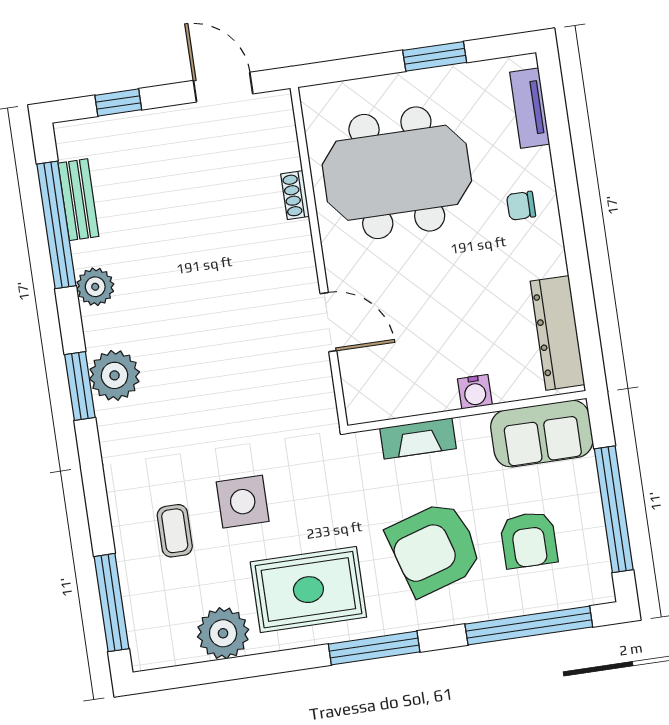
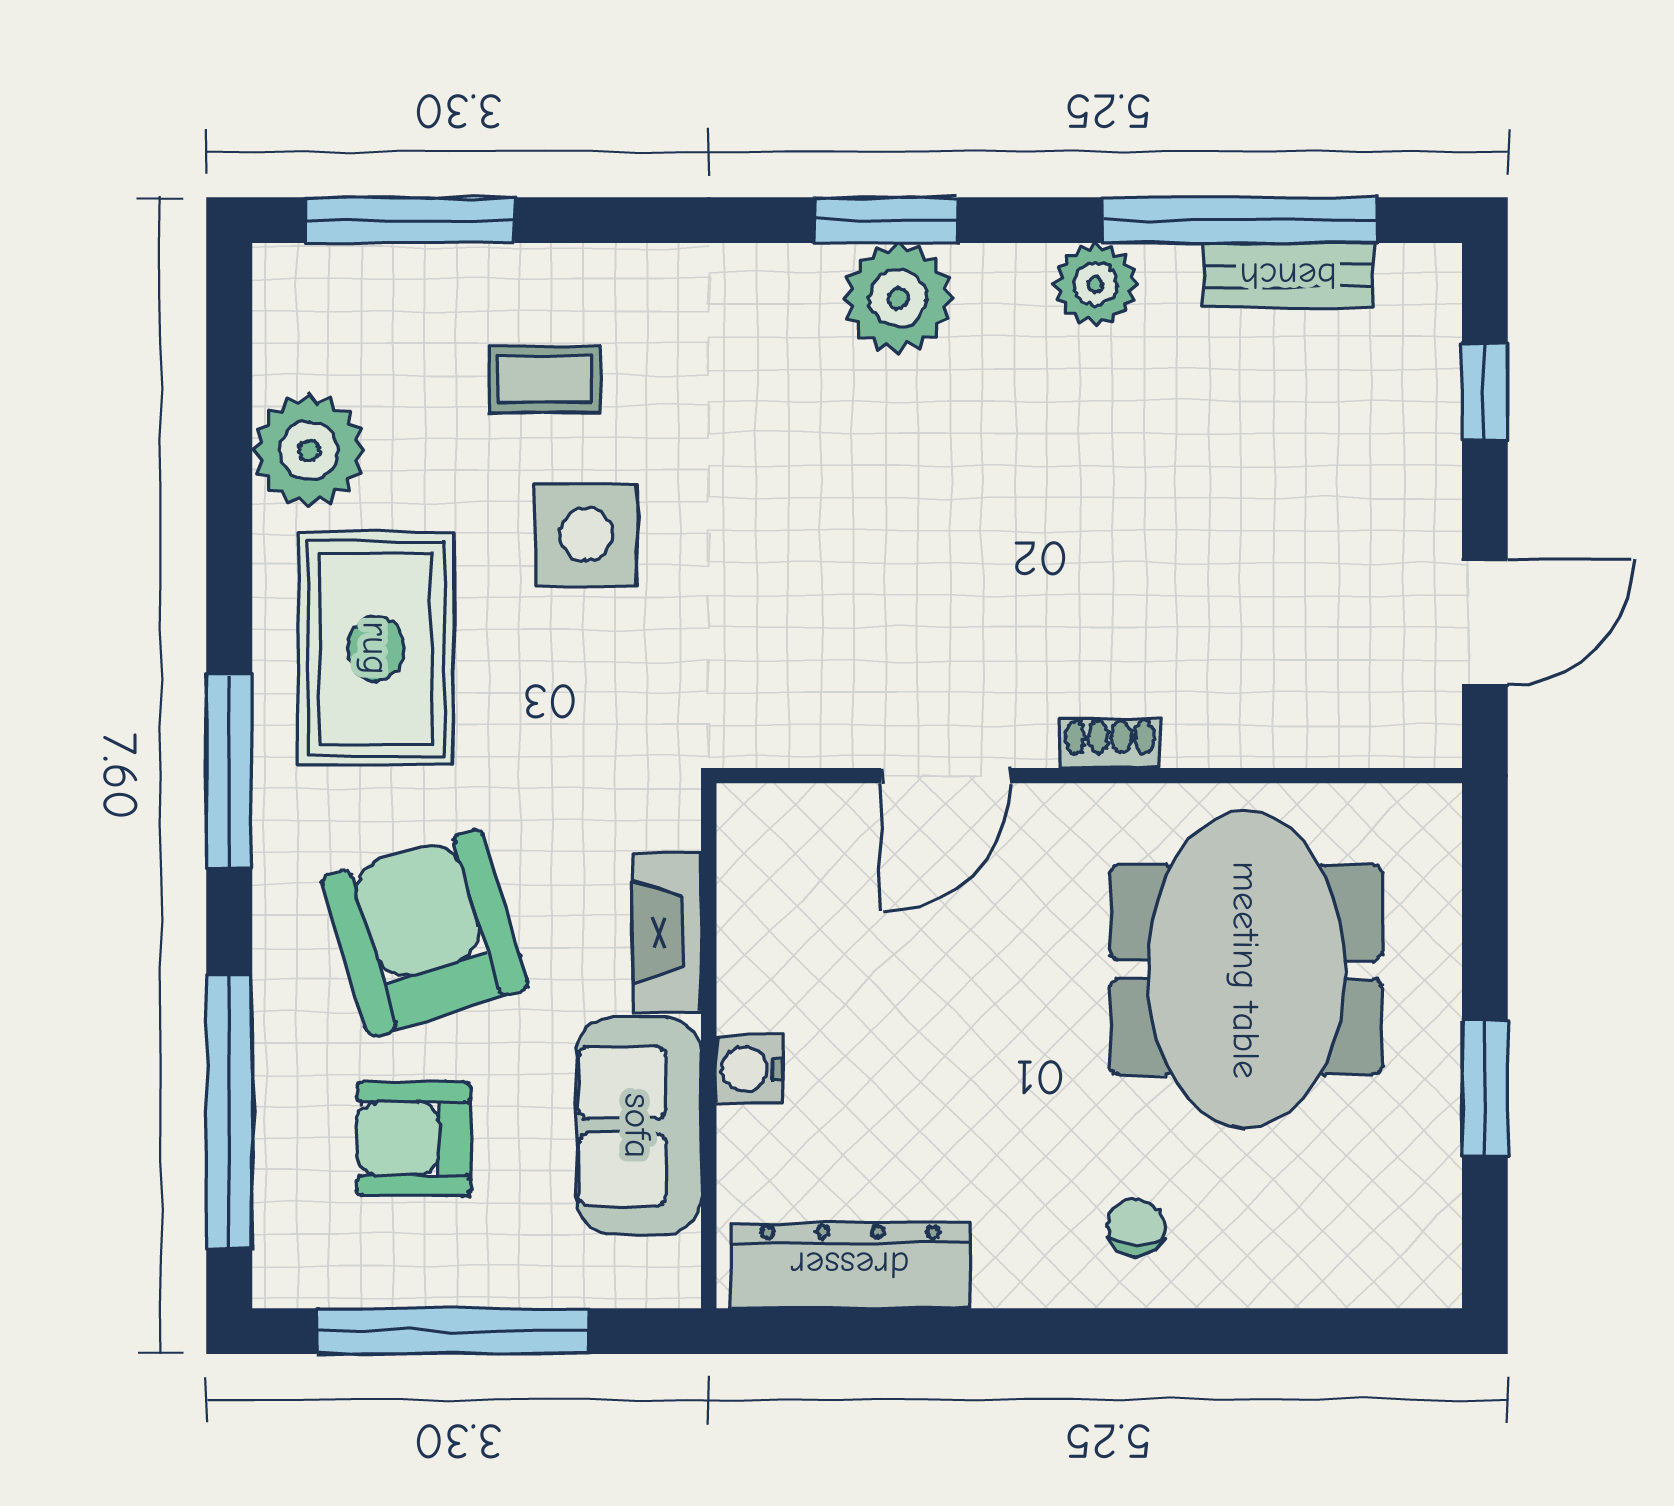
tv unit: (530, 108) -> (1343, 1276), removed
shoe rack: (295, 195) -> (1110, 744), moved
sofa: (542, 434) -> (638, 1126), moved

